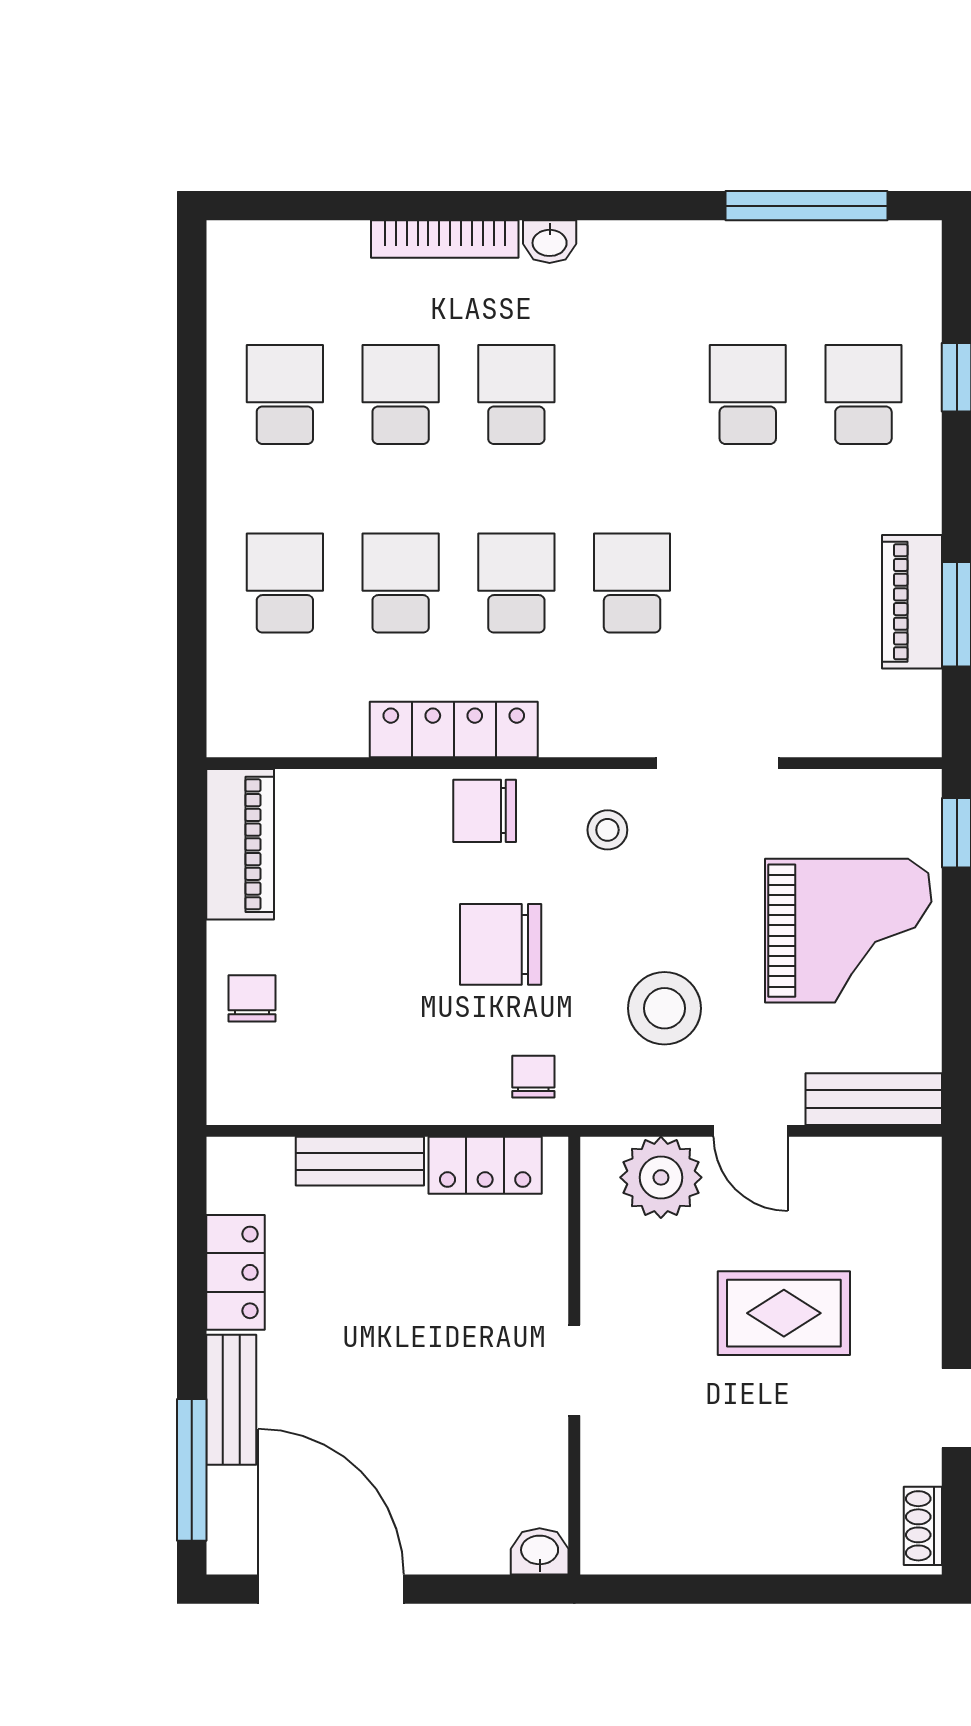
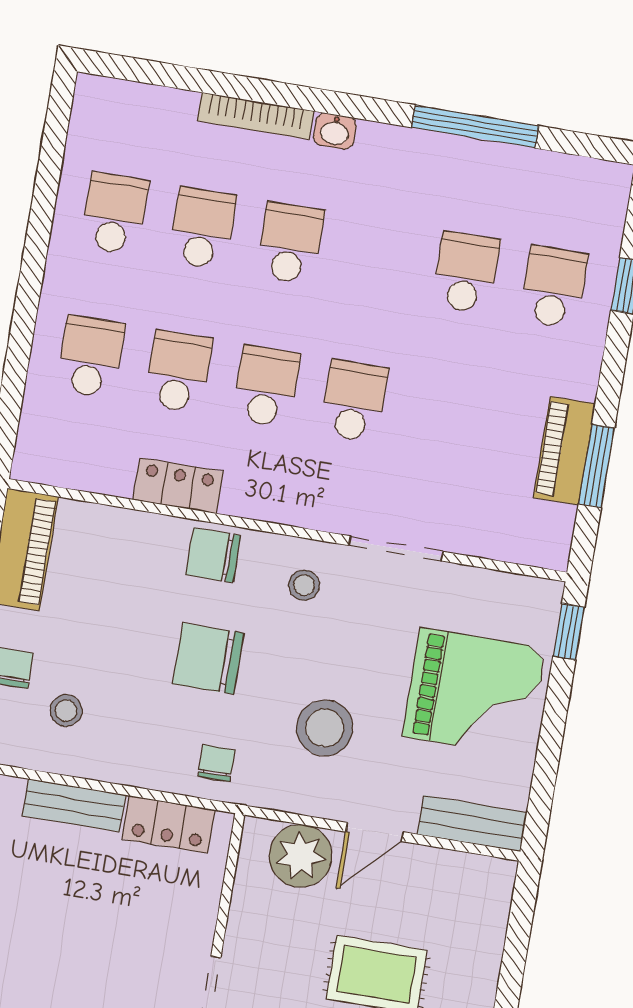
window: (806, 206) -> (475, 127), moved
locker: (454, 730) -> (178, 486), width x0.66
stool: (329, 1041) -> (66, 710), added
door: (751, 1131) -> (374, 832), hinge flipped

